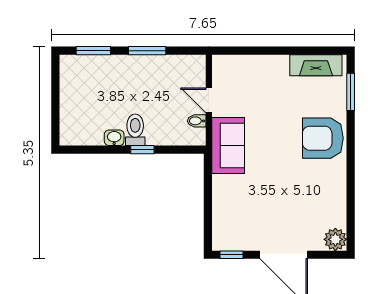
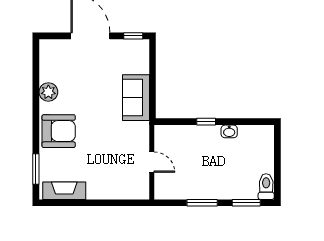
bidet: (197, 121) -> (162, 145), removed
toilet: (135, 130) -> (266, 187), moved, turned 180
sofa: (228, 146) -> (136, 98), moved
plant: (335, 239) -> (48, 92), moved

